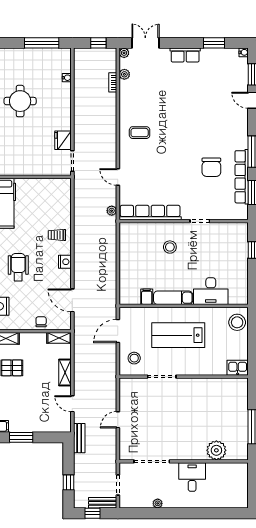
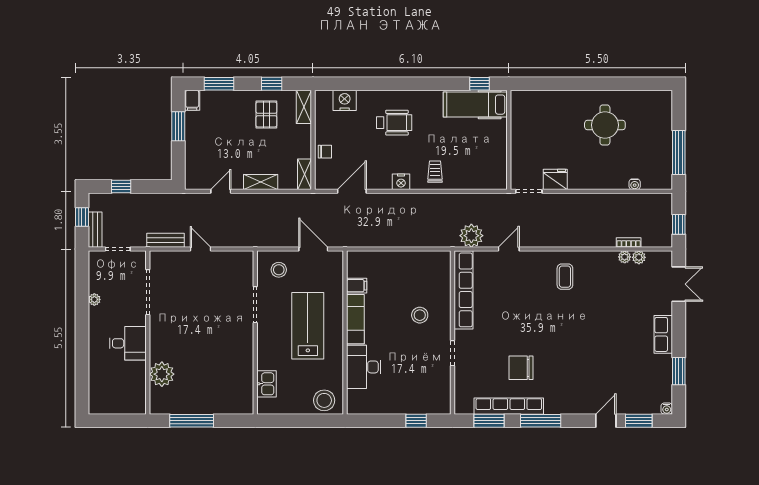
plant: (124, 53) -> (625, 257), moved
plant: (112, 211) -> (471, 236), width x1.87, depth x1.87
kitchen sink: (238, 368) -> (266, 384), moved
bench: (79, 438) -> (166, 240), moved

